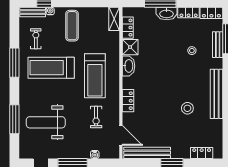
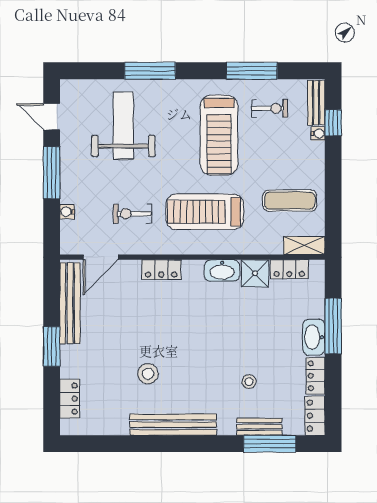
exercise mat: (72, 26) -> (290, 201), moved
window: (14, 63) -> (252, 71), moved
treadmill: (51, 68) -> (219, 135), turned 180
window: (14, 119) -> (150, 71), moved

